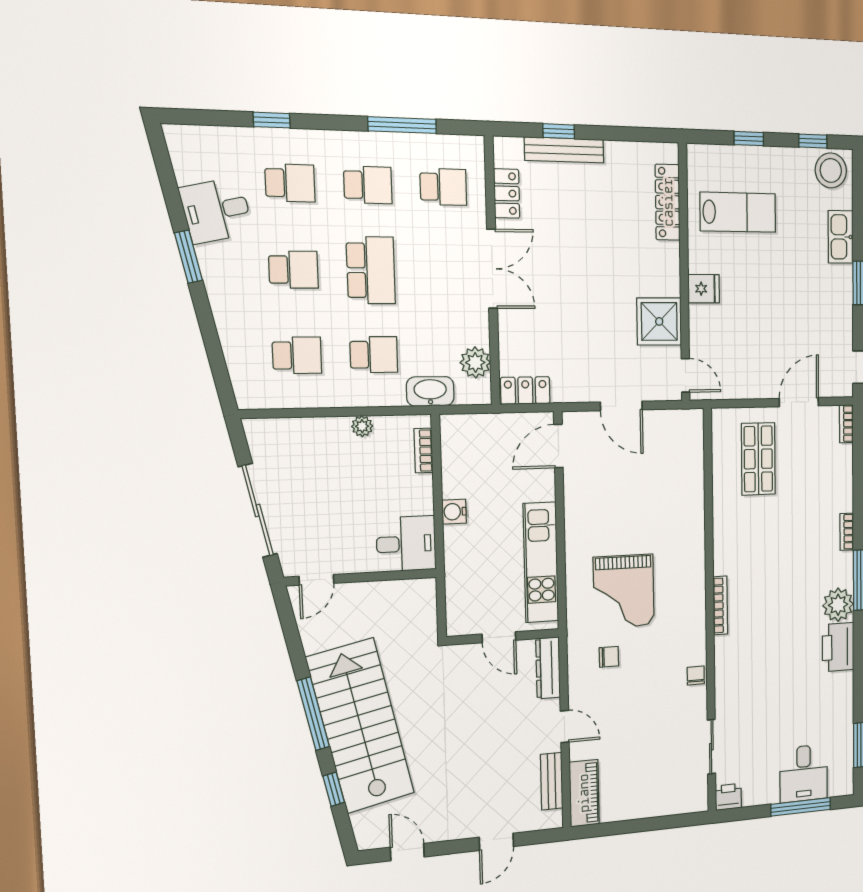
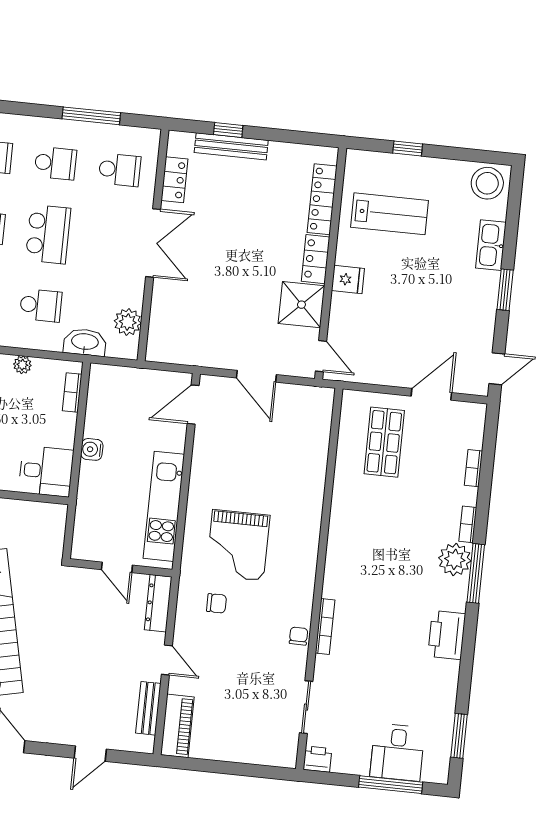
window: (813, 141) -> (472, 155), removed
locker: (525, 391) -> (316, 259), moved, turned -90
bookcase: (846, 424) -> (473, 468), moved
bookcase: (720, 605) -> (325, 626), moved
plant: (838, 605) -> (455, 559), moved

